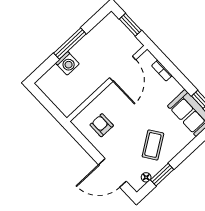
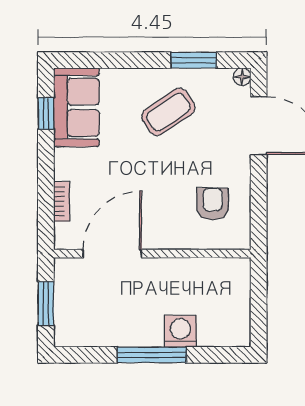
armchair: (102, 125) -> (213, 204), turned 180
floor lamp: (146, 177) -> (242, 77), moved

